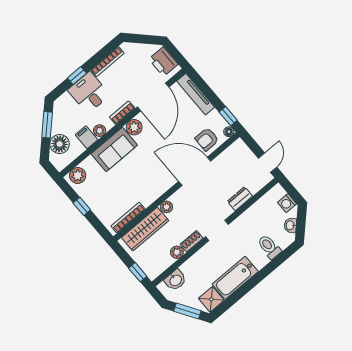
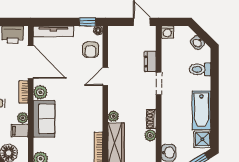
door: (195, 171) -> (105, 76), width x0.53
washing machine: (287, 203) -> (167, 32), moved
doorway: (217, 230) -> (159, 84), moved

